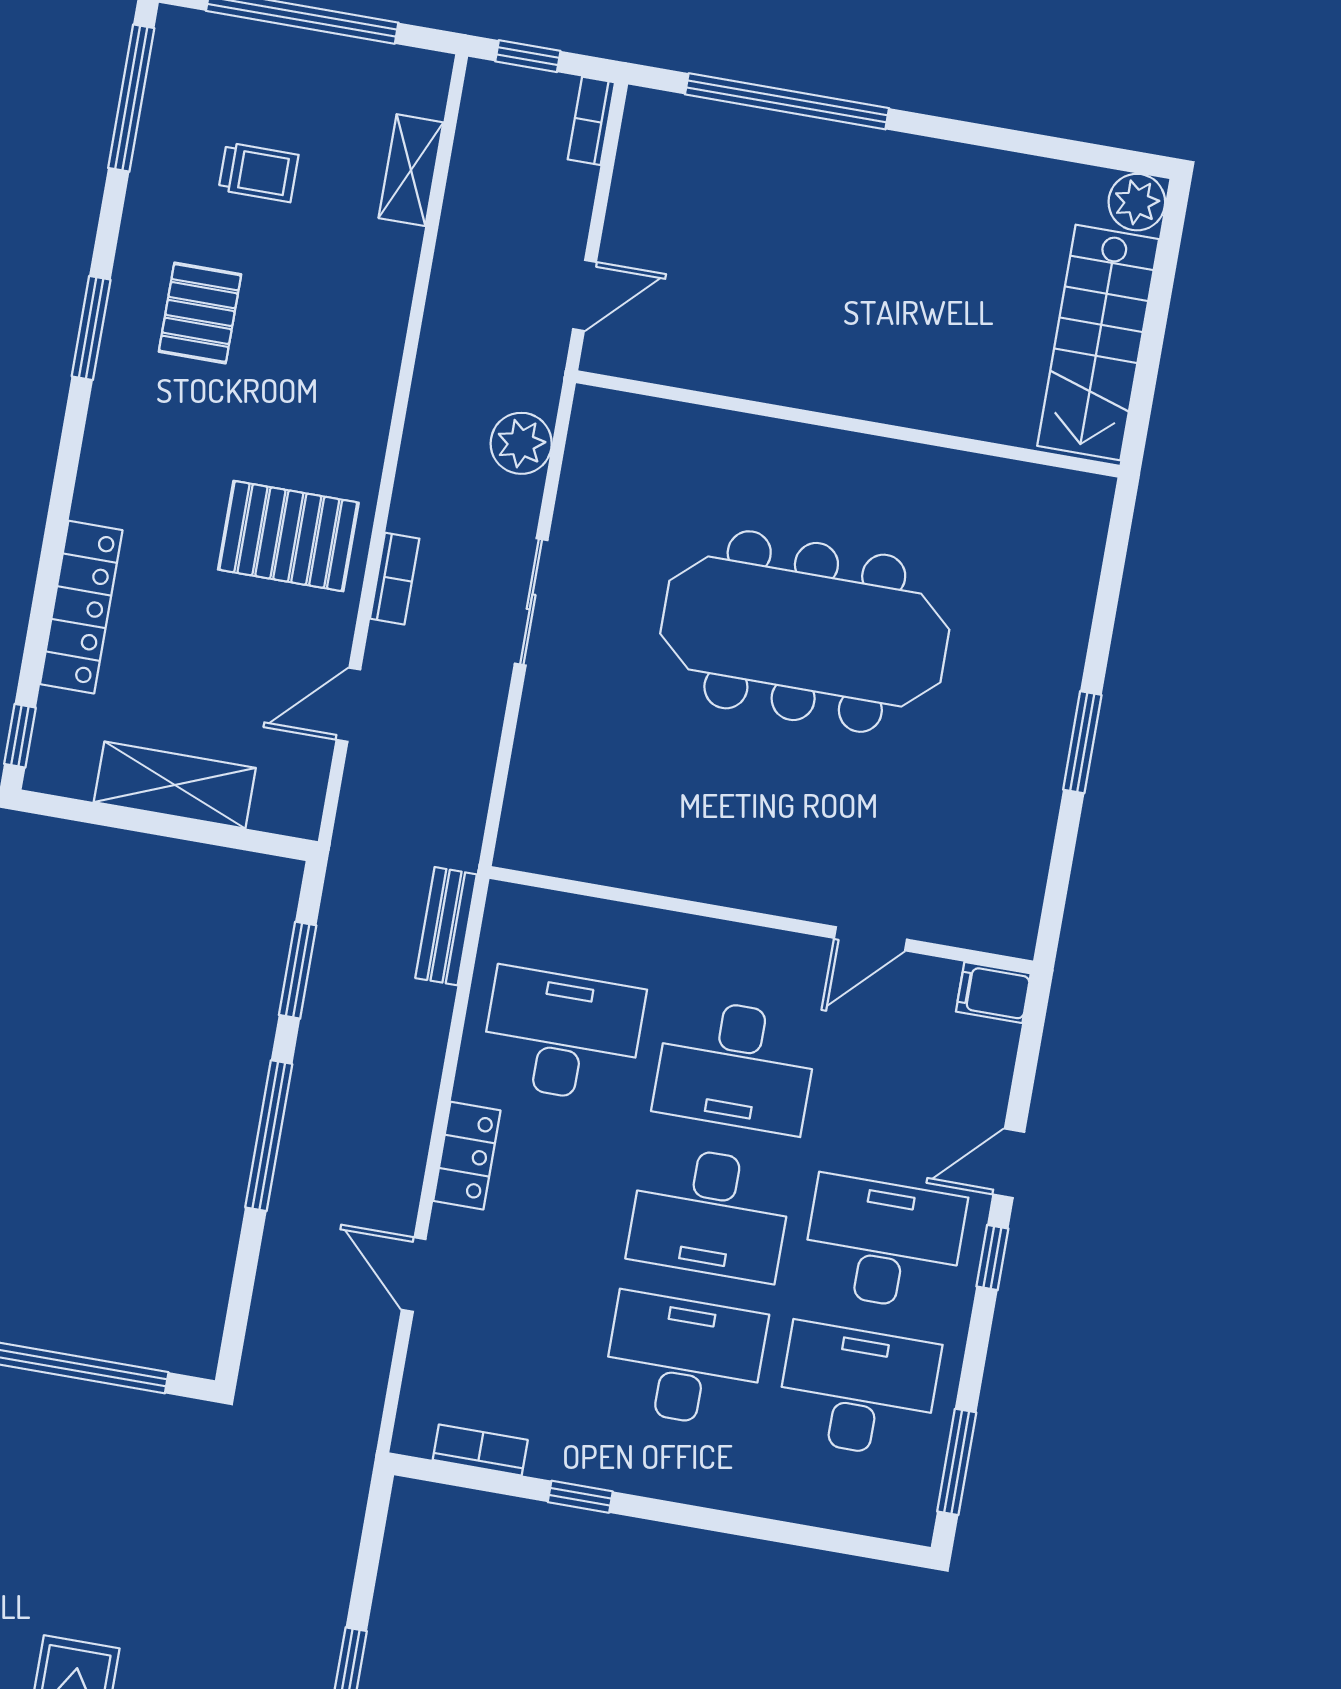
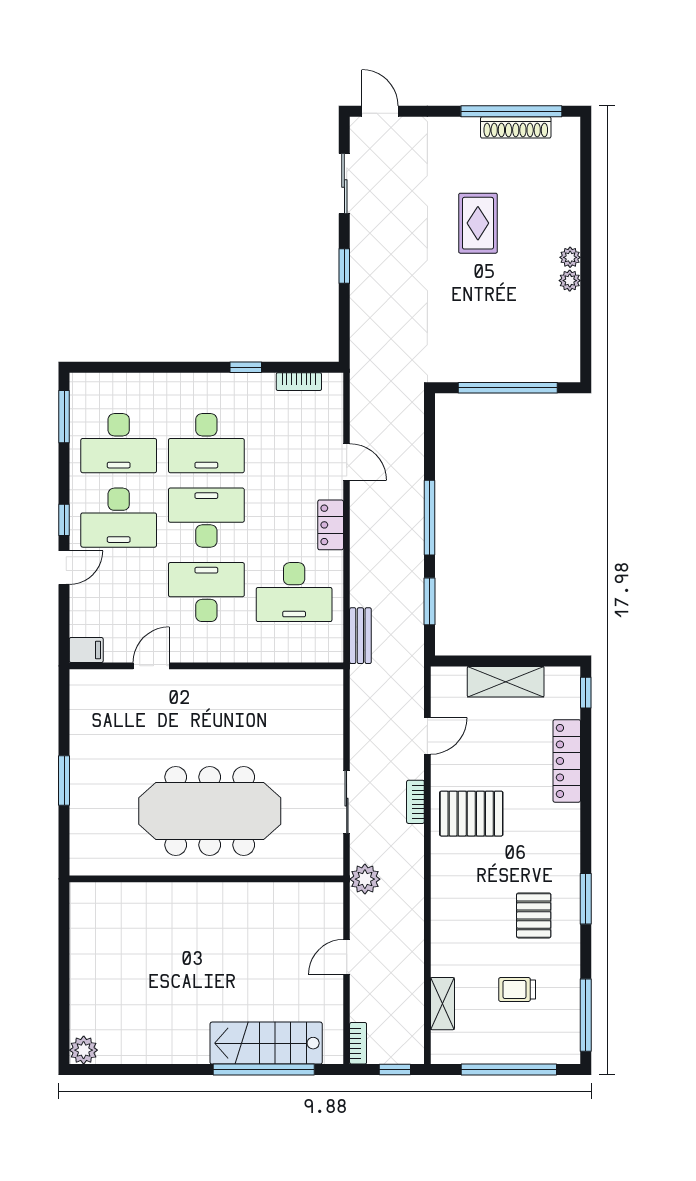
stairs: (1098, 342) -> (266, 1043), moved, turned -90
wall: (848, 424) -> (206, 879), moved

